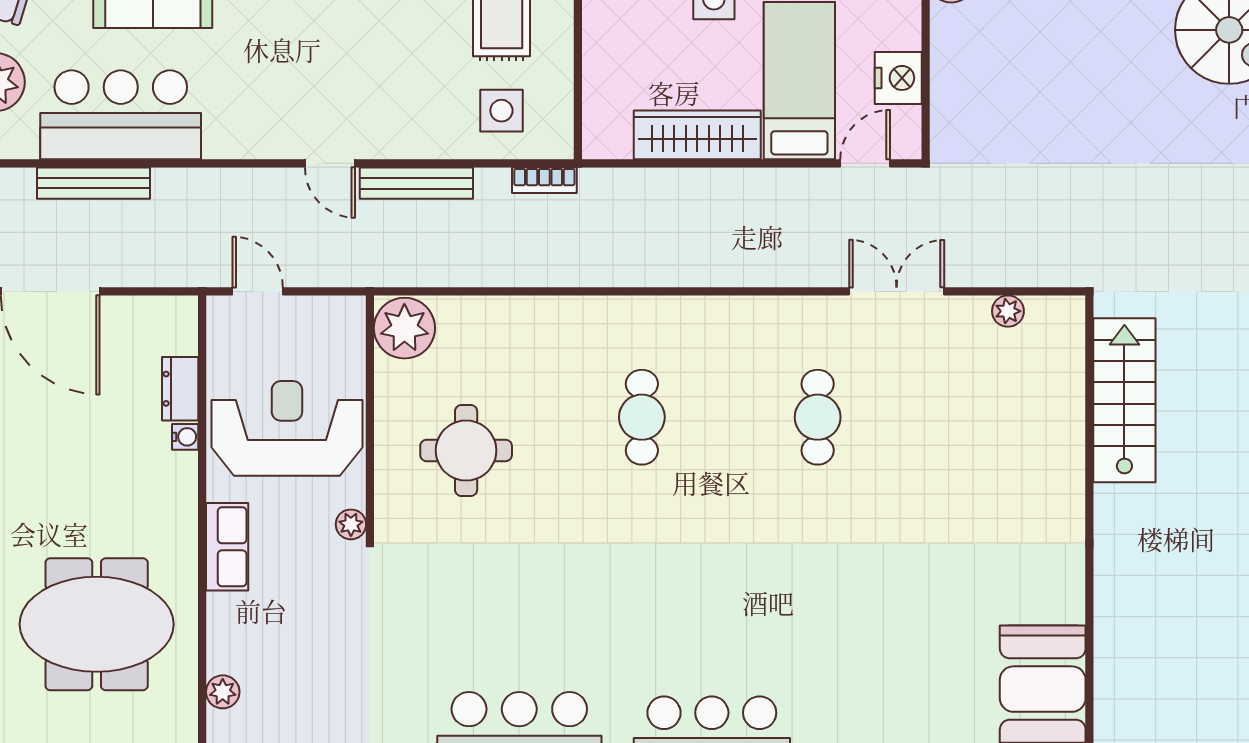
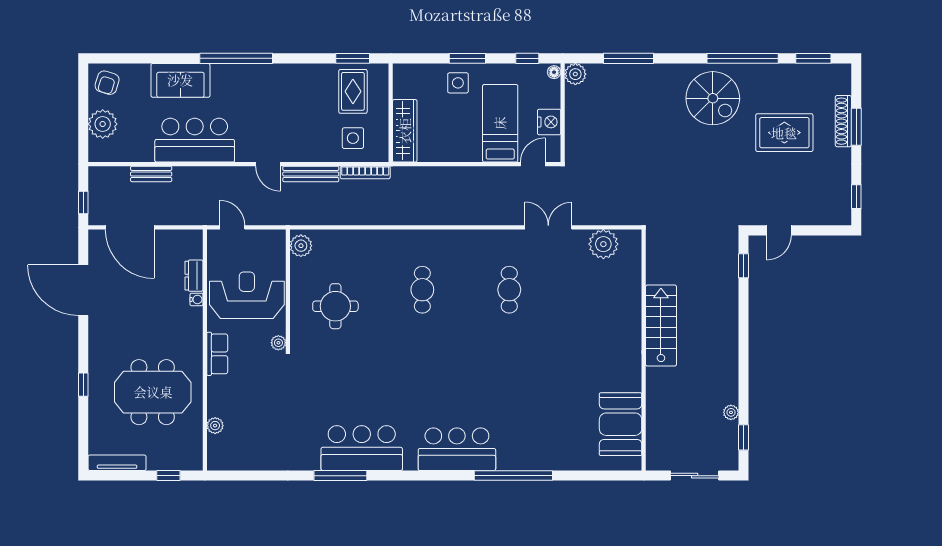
bar counter: (121, 115) -> (195, 140), moved
wardrobe: (697, 135) -> (405, 131), moved, turned 90
bookcase: (544, 180) -> (365, 173), width x1.56
bench: (94, 183) -> (151, 174), width x0.73
plant: (1008, 311) -> (603, 244), width x1.88, depth x1.88
plant: (404, 328) -> (301, 246), width x0.73, depth x0.73
stairs: (1124, 400) -> (661, 326), moved

